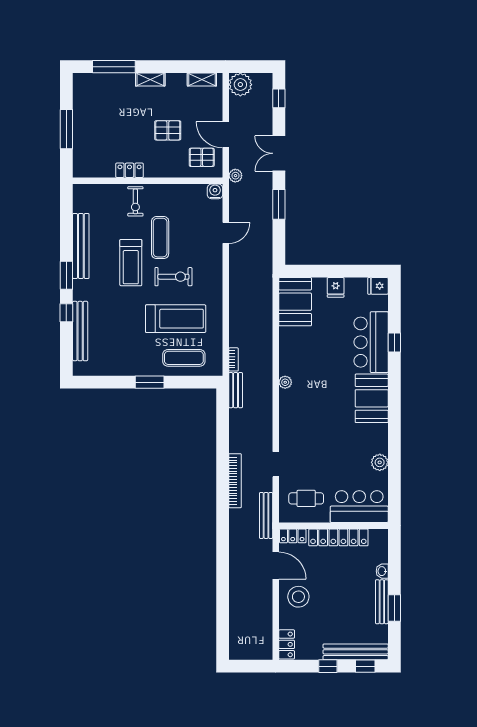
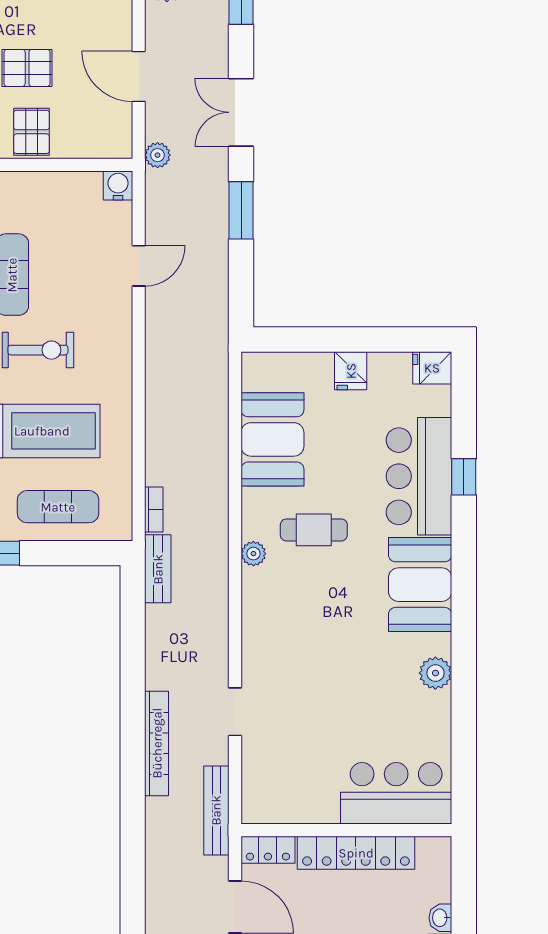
pallet: (202, 157) -> (31, 132), moved, turned 90
booth: (295, 302) -> (272, 439), moved
plant: (380, 462) -> (435, 673), moved
cafe table: (306, 498) -> (314, 530), moved

